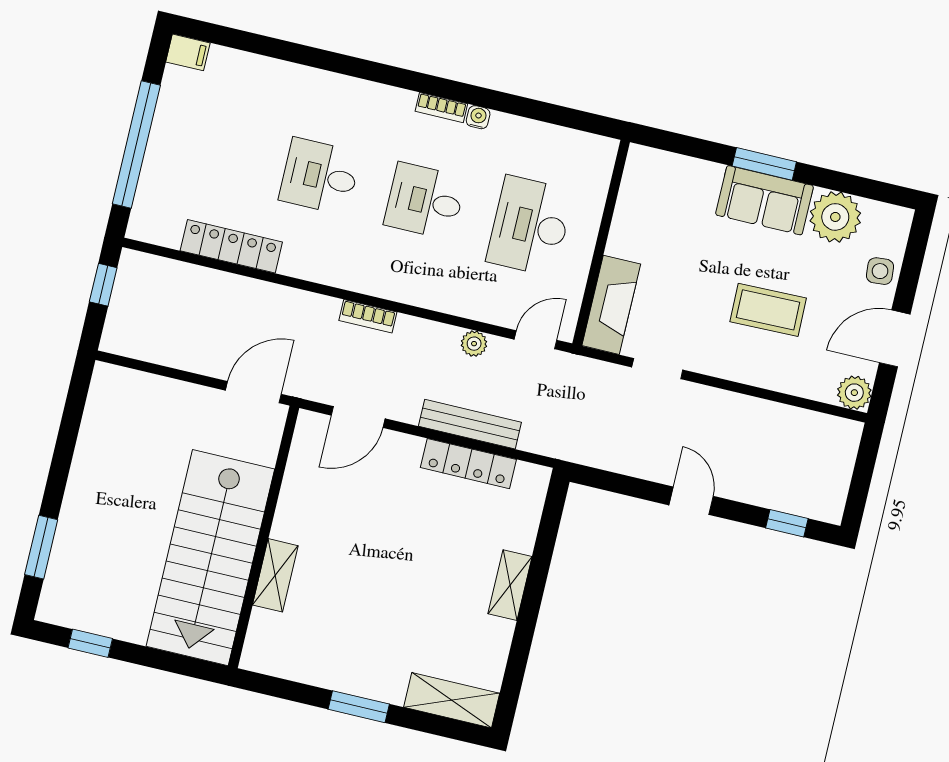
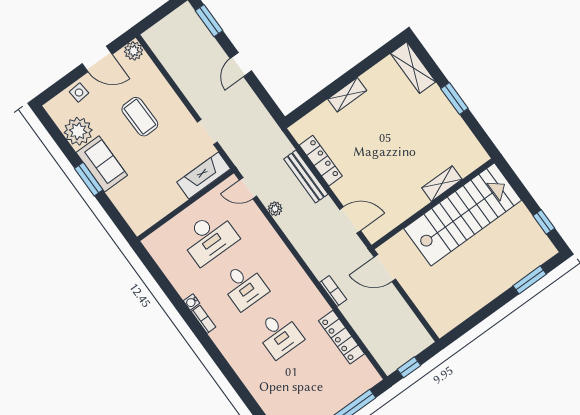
bookcase: (368, 316) -> (333, 291), moved
window: (787, 523) -> (209, 21), width x1.50

